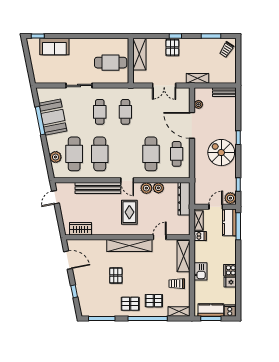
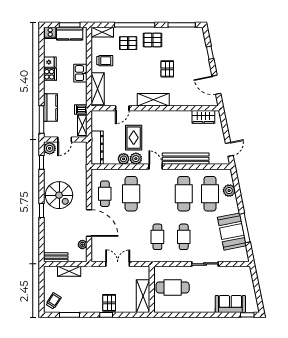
shelving: (197, 78) -> (69, 271), moved
rug: (129, 212) -> (134, 138), moved
kitchen counter: (229, 222) -> (51, 108), moved
shelving: (129, 245) -> (153, 100), width x0.68

